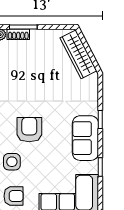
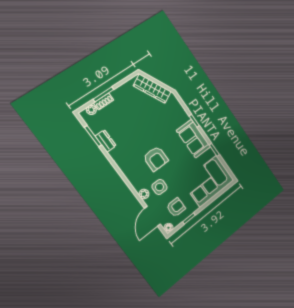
armchair: (29, 130) -> (156, 159), turned 180

